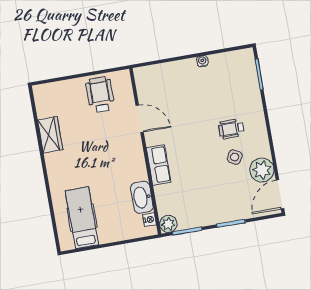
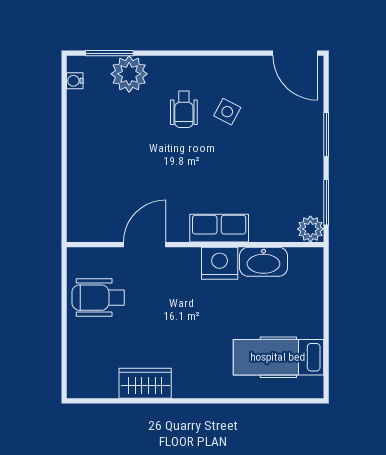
water cooler: (202, 61) -> (75, 81), moved
plant: (262, 170) -> (129, 74), moved
nightstand: (149, 220) -> (220, 263), moved, width x1.89, depth x1.79

